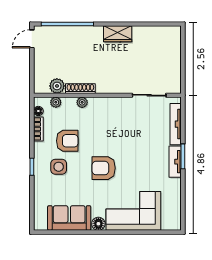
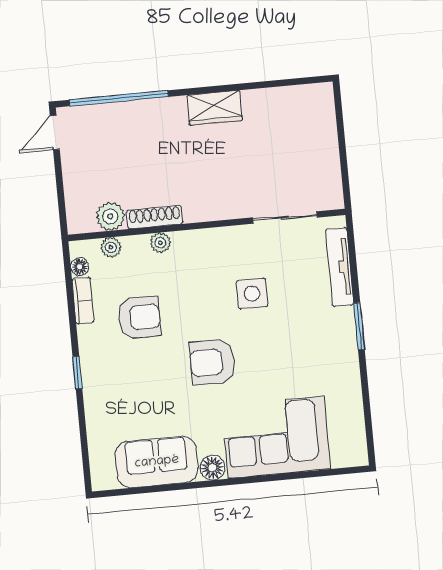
tv unit: (175, 162) -> (346, 337), removed
side table: (59, 167) -> (252, 294), moved

